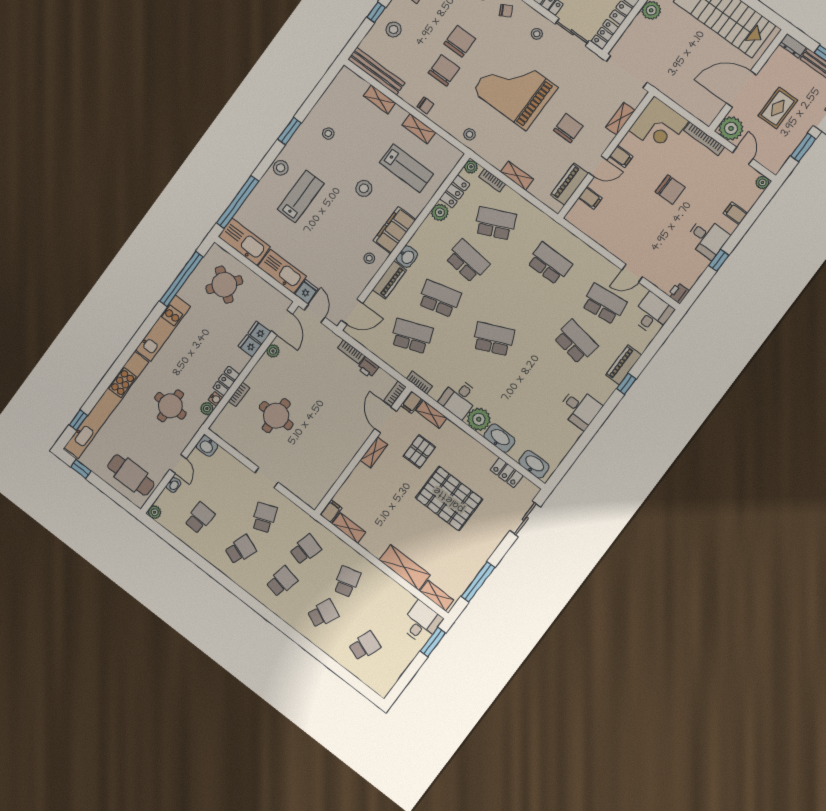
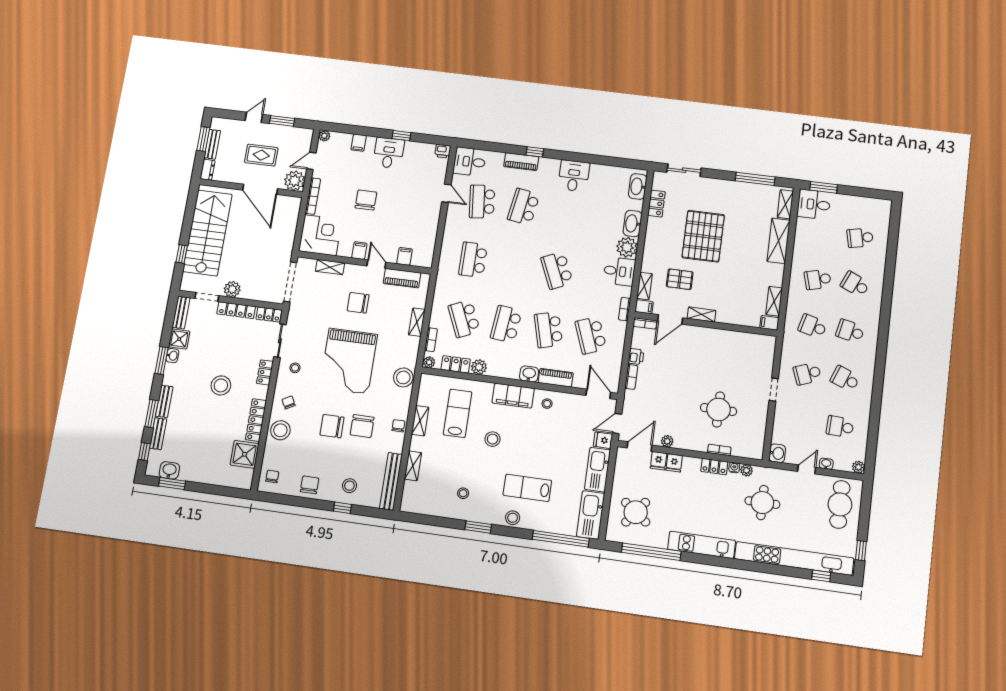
chair: (444, 70) -> (362, 426), turned -90
stool: (470, 134) -> (403, 377), width x1.89, depth x1.89
school desk: (365, 646) -> (860, 238), turned -33

